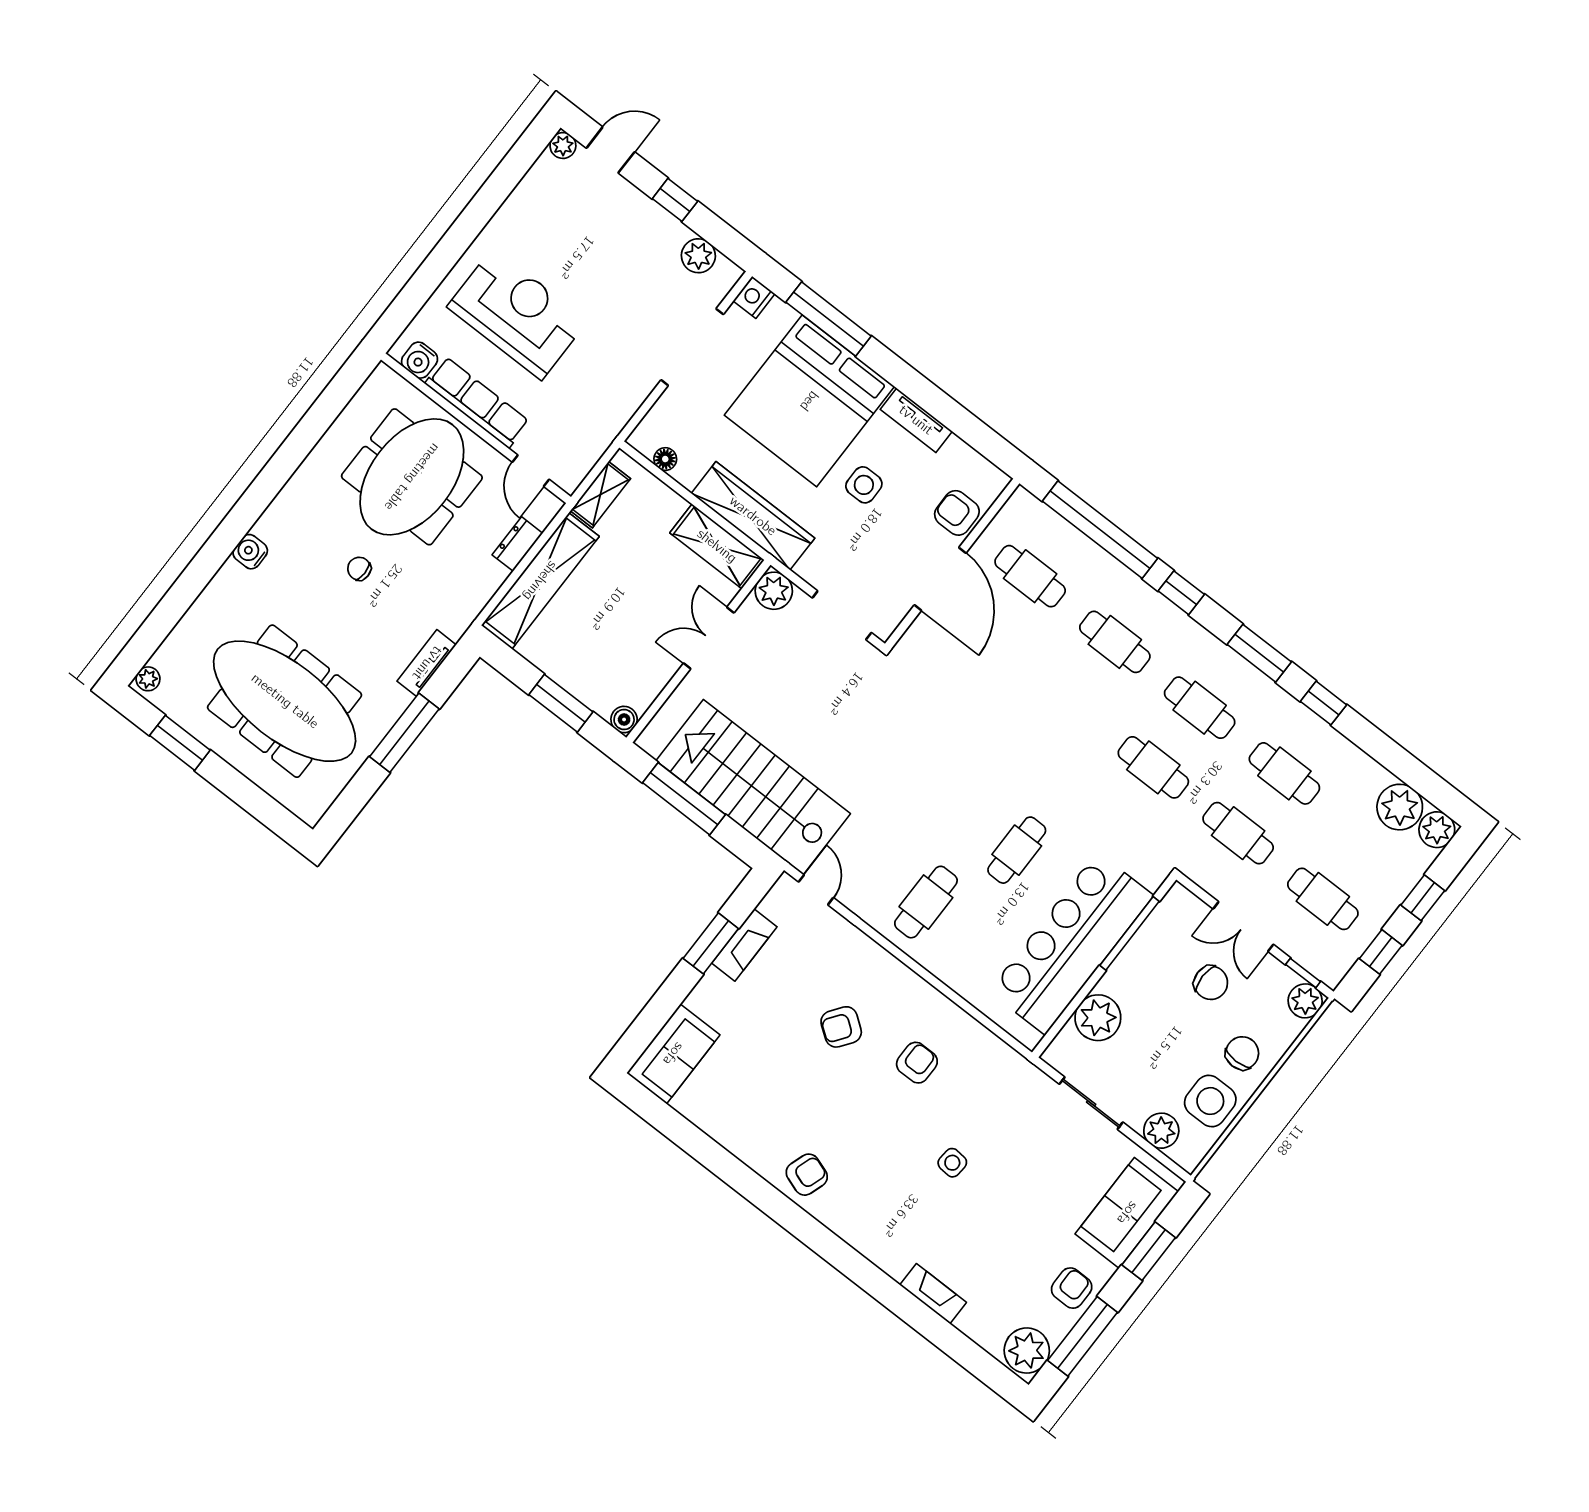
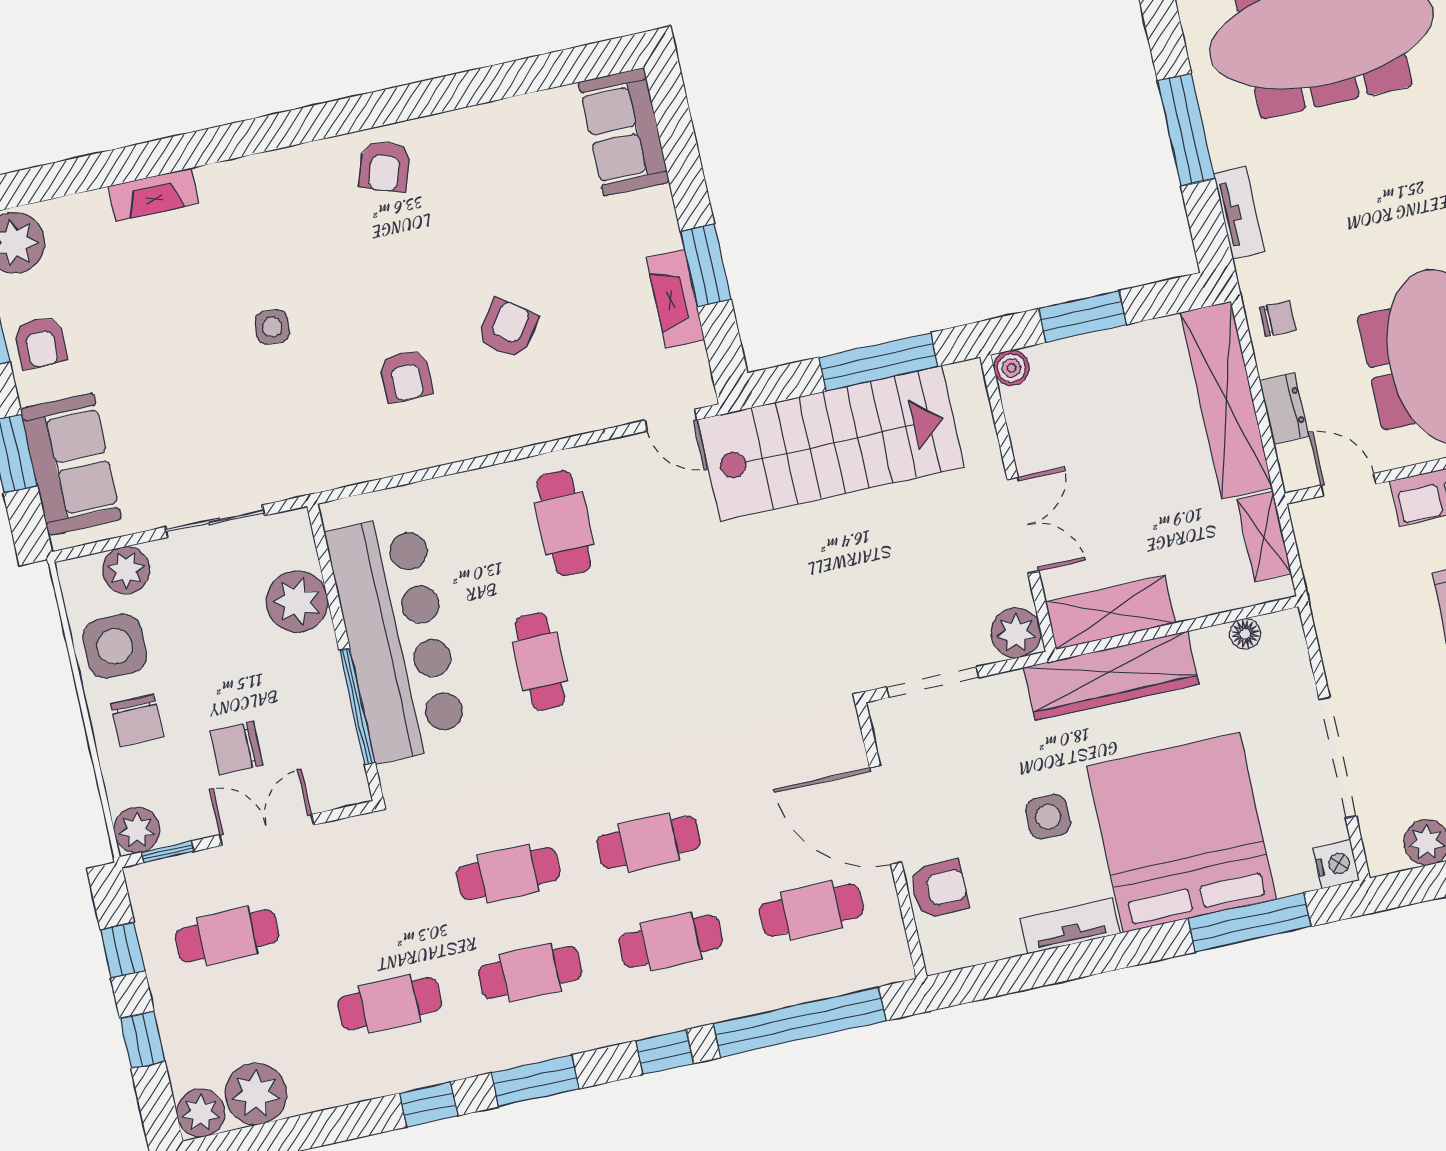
chair: (359, 569) -> (1277, 319), moved
cafe table: (1238, 833) -> (649, 842), moved

